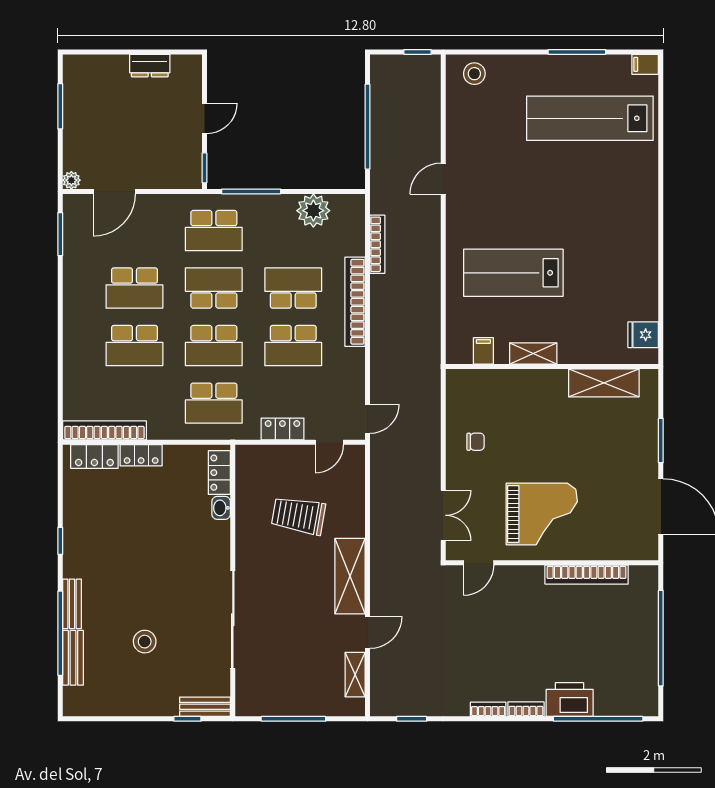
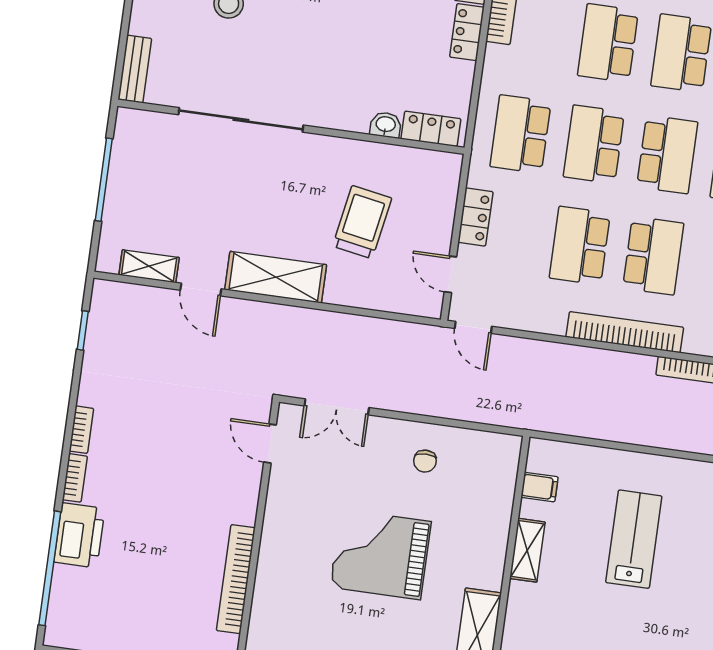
lab bench: (513, 273) -> (634, 539), width x0.73, depth x0.72
grand piano: (542, 514) -> (380, 554), moved, turned 90
window: (187, 719) -> (122, 44), removed

